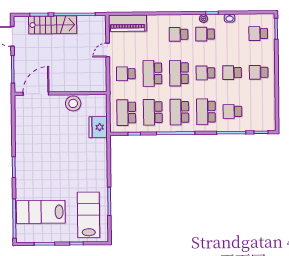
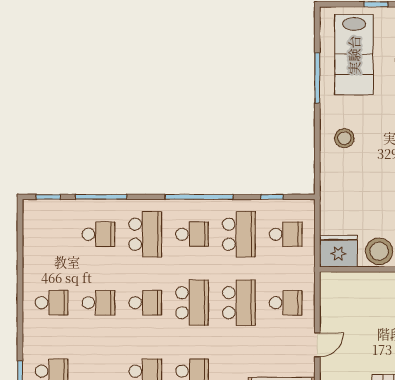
school desk: (179, 112) -> (192, 234), width x0.54
school desk: (126, 113) -> (286, 234), width x0.54
fridge: (98, 127) -> (338, 251), moved, turned -90
stool: (94, 167) -> (344, 138), added

